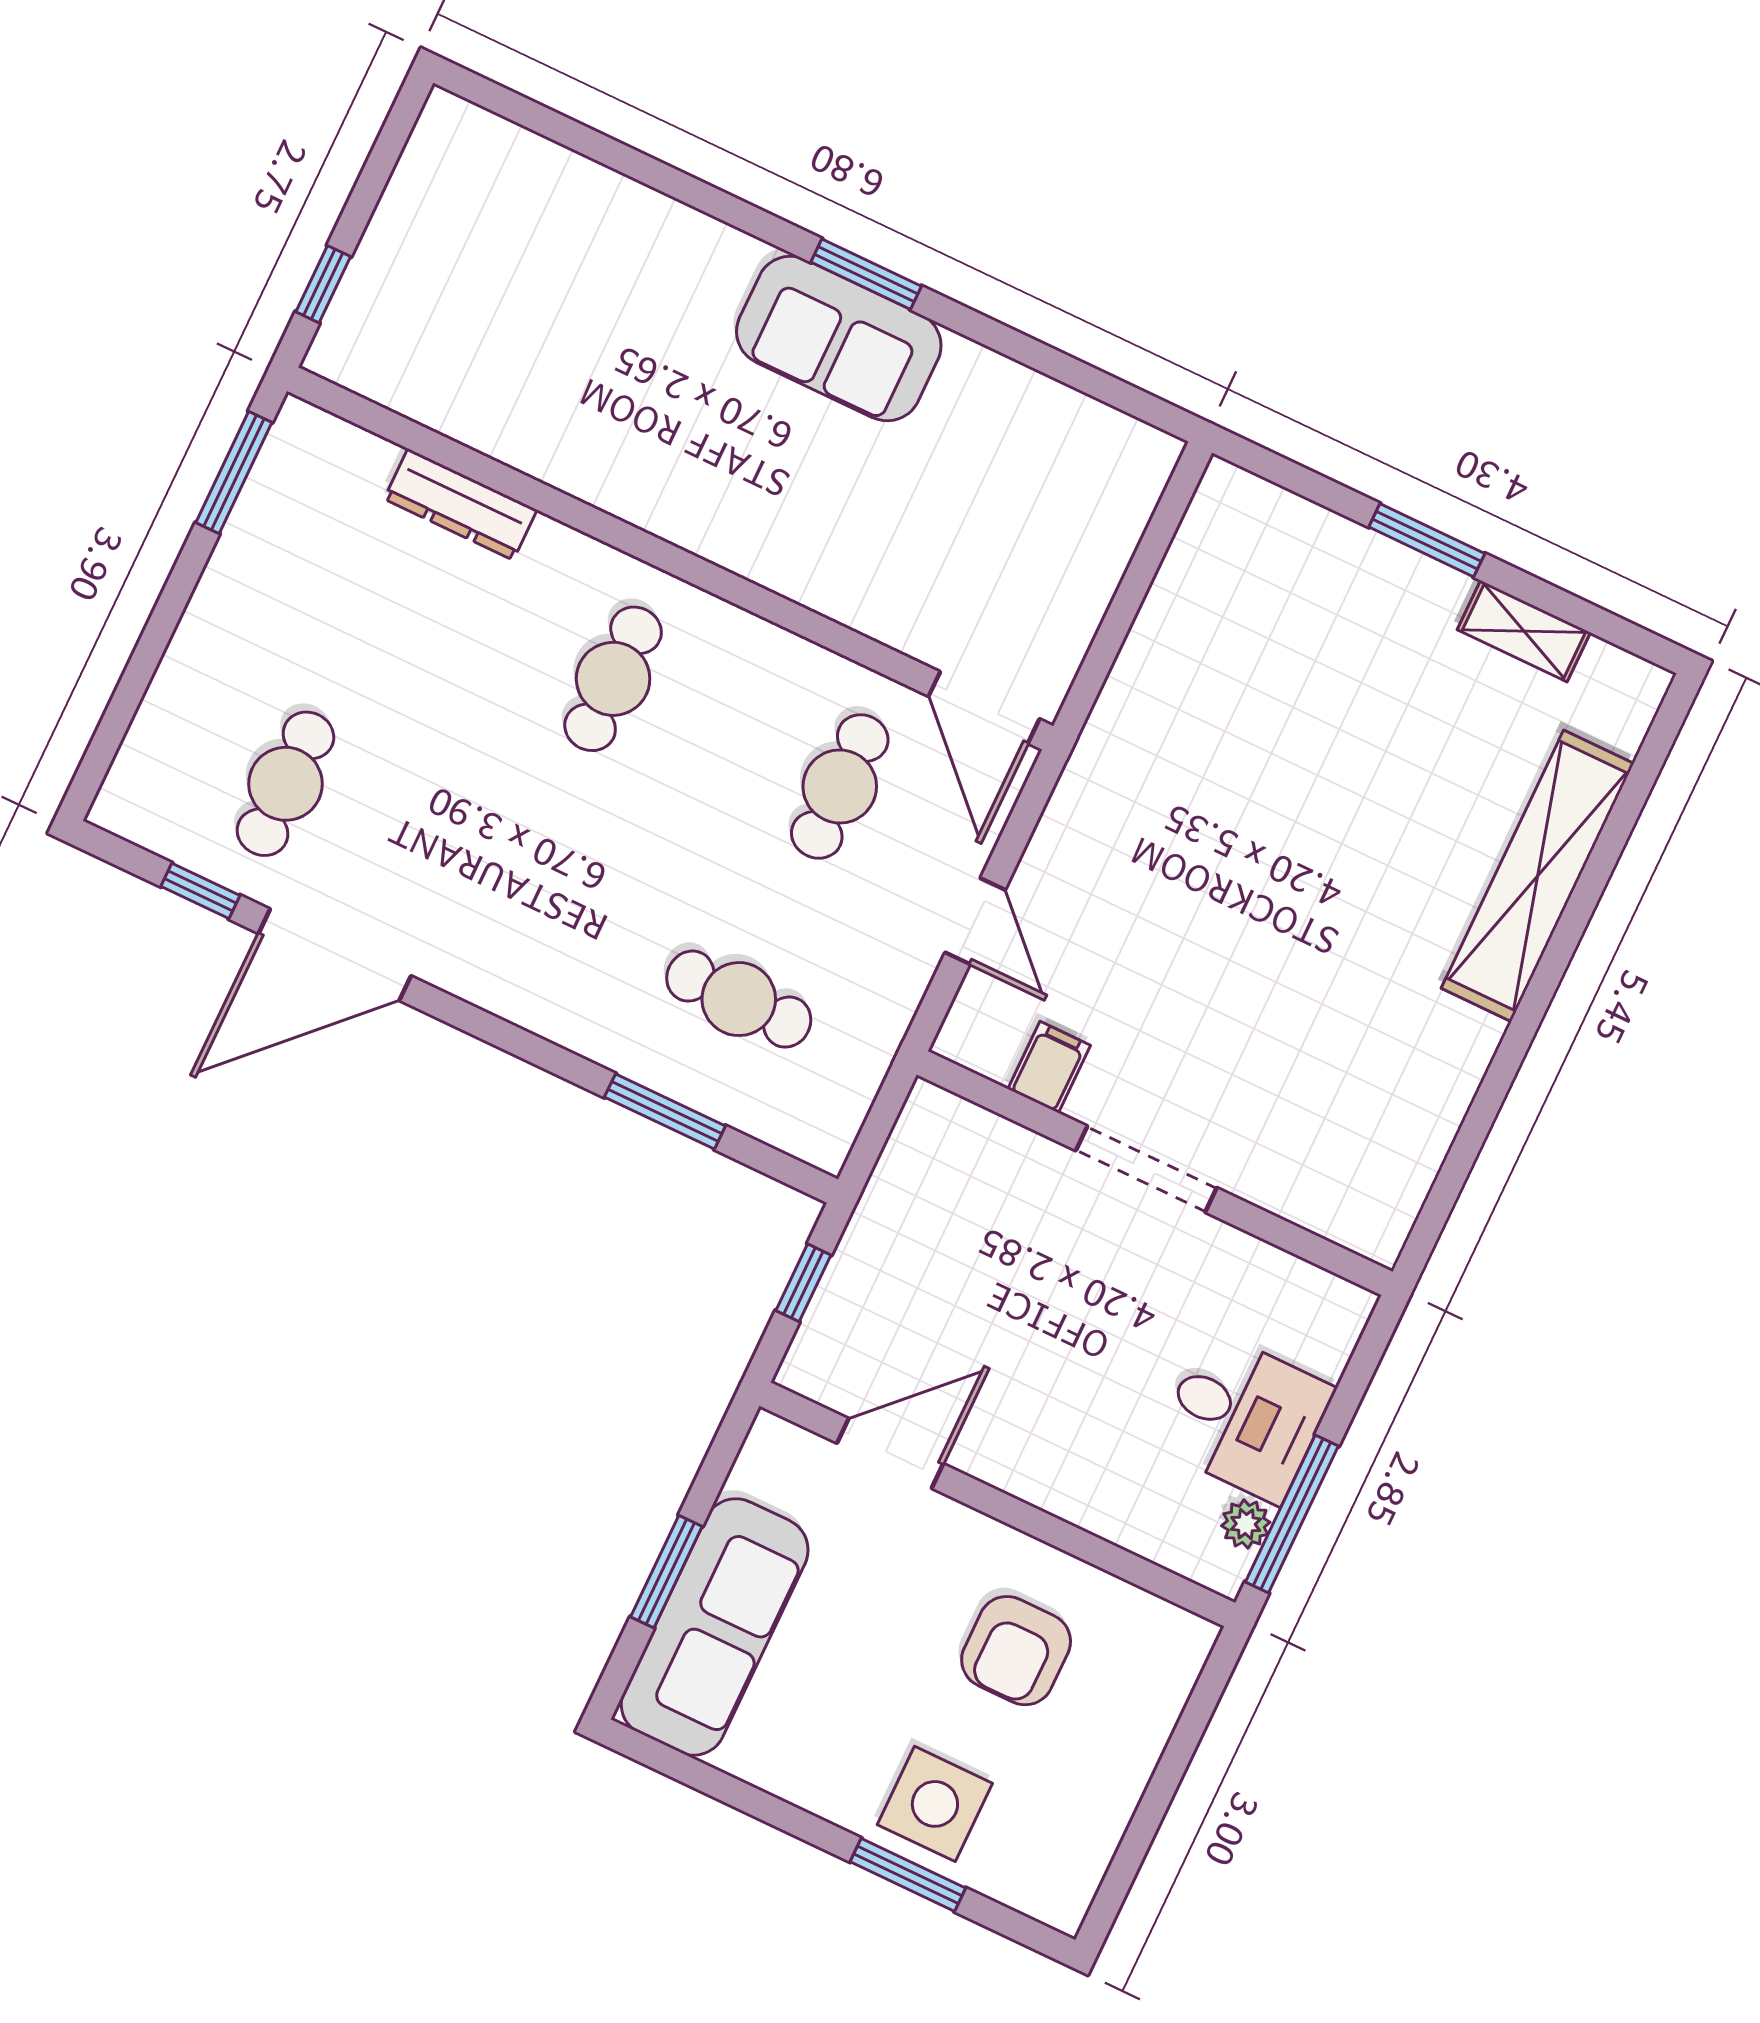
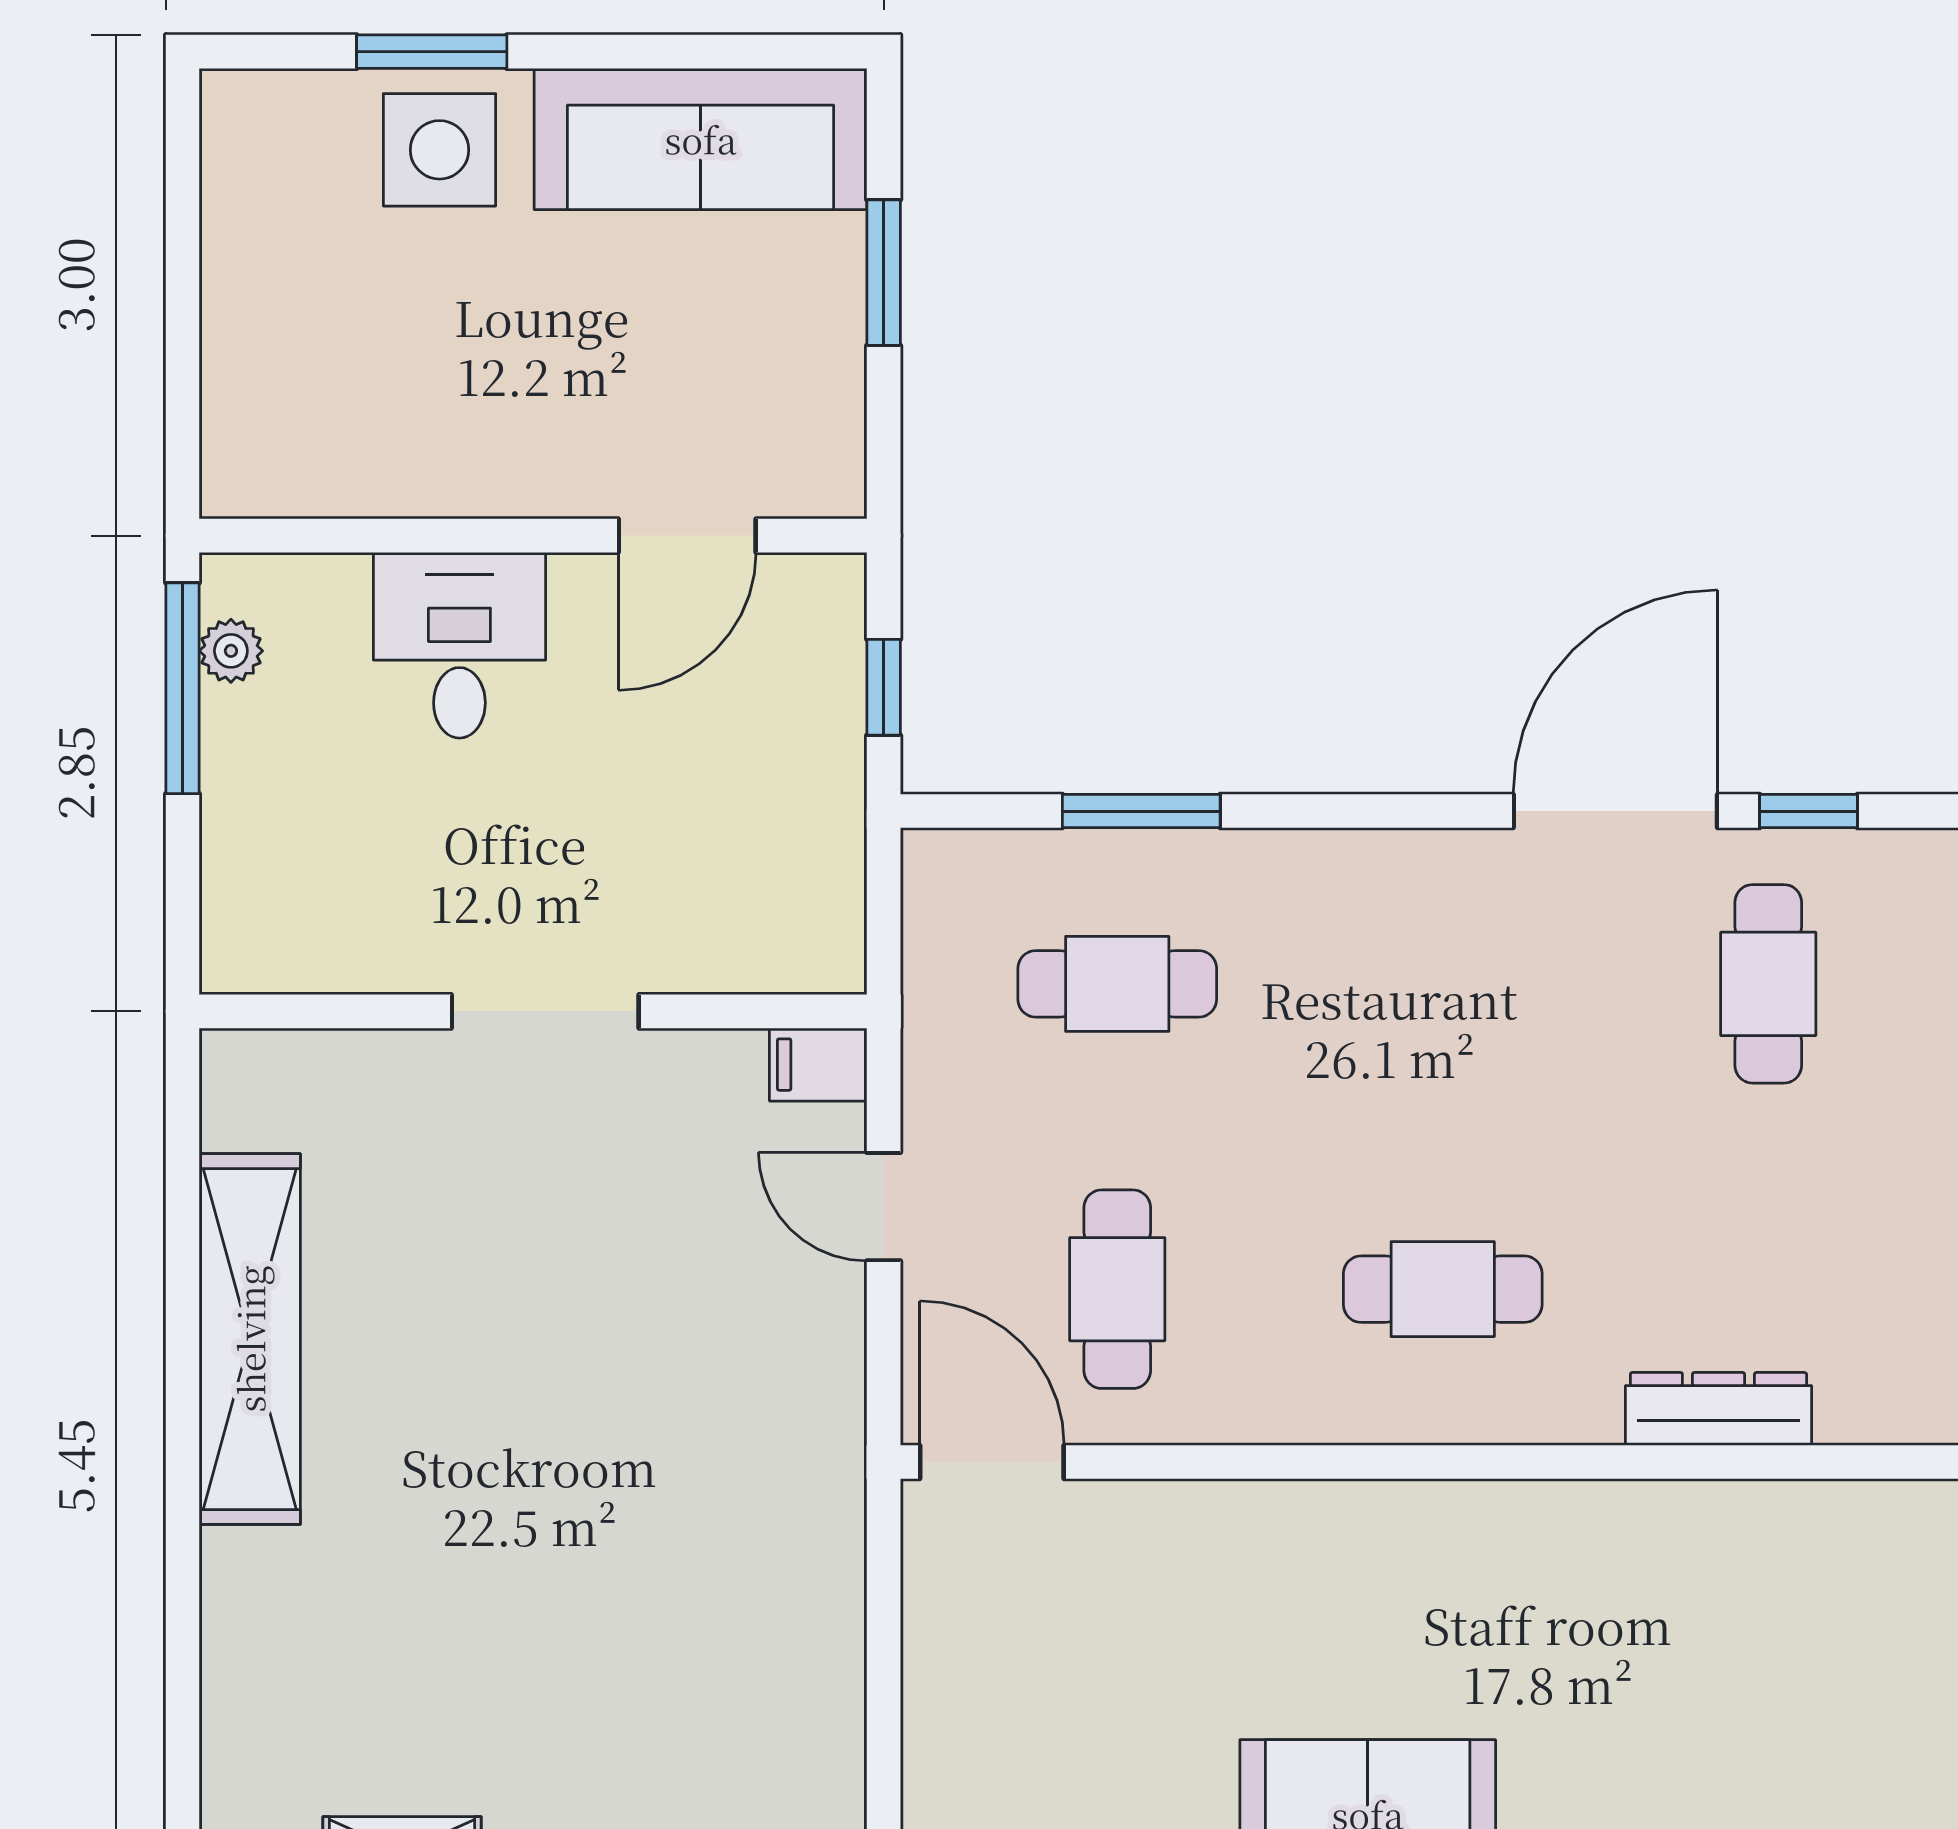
cafe table: (613, 679) -> (1443, 1289), turned 90
shelving: (1538, 876) -> (250, 1339), moved
filing cabinet: (1049, 1067) -> (818, 1065), moved, turned 90
desk: (1244, 1417) -> (459, 645), moved, turned 90
sofa: (715, 1627) -> (701, 139), moved, turned -90
armchair: (1016, 1651) -> (430, 375), removed

